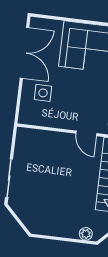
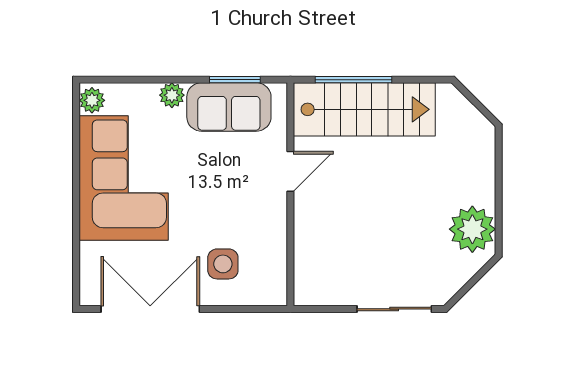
plant: (86, 234) -> (472, 229), moved, width x1.88, depth x1.88

